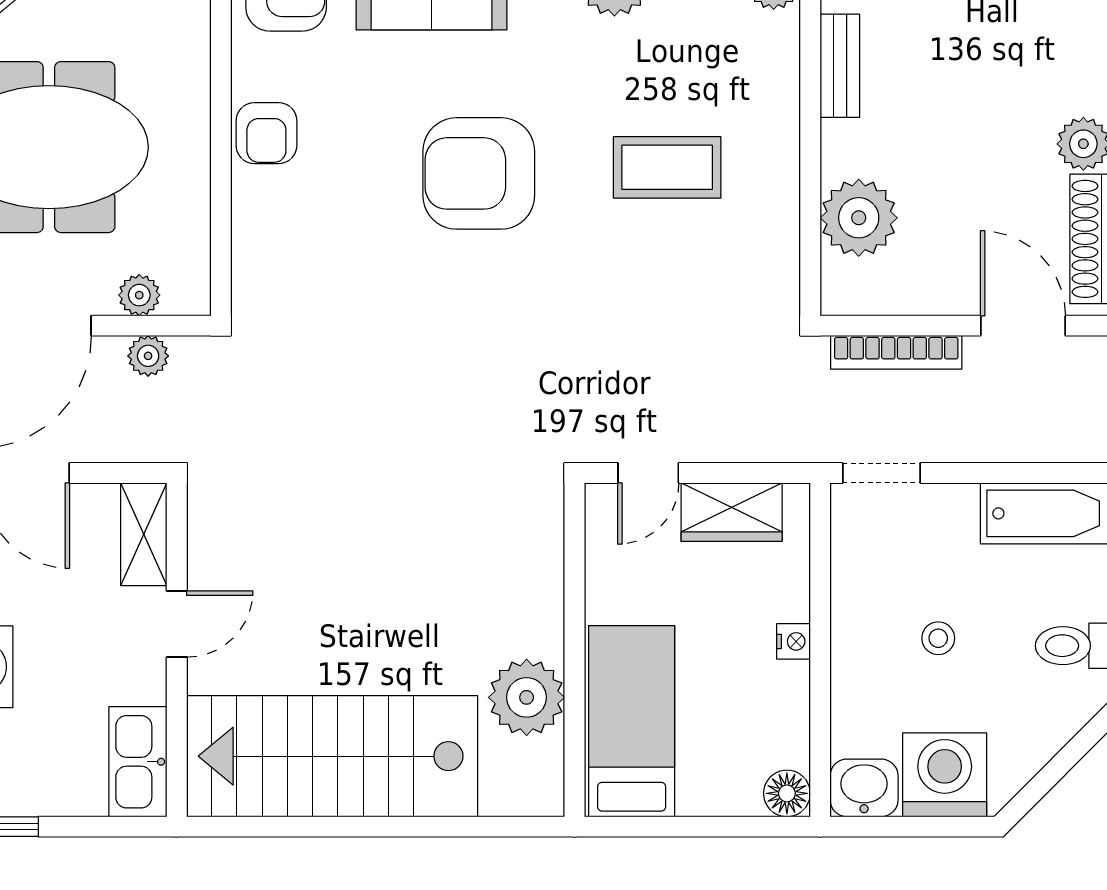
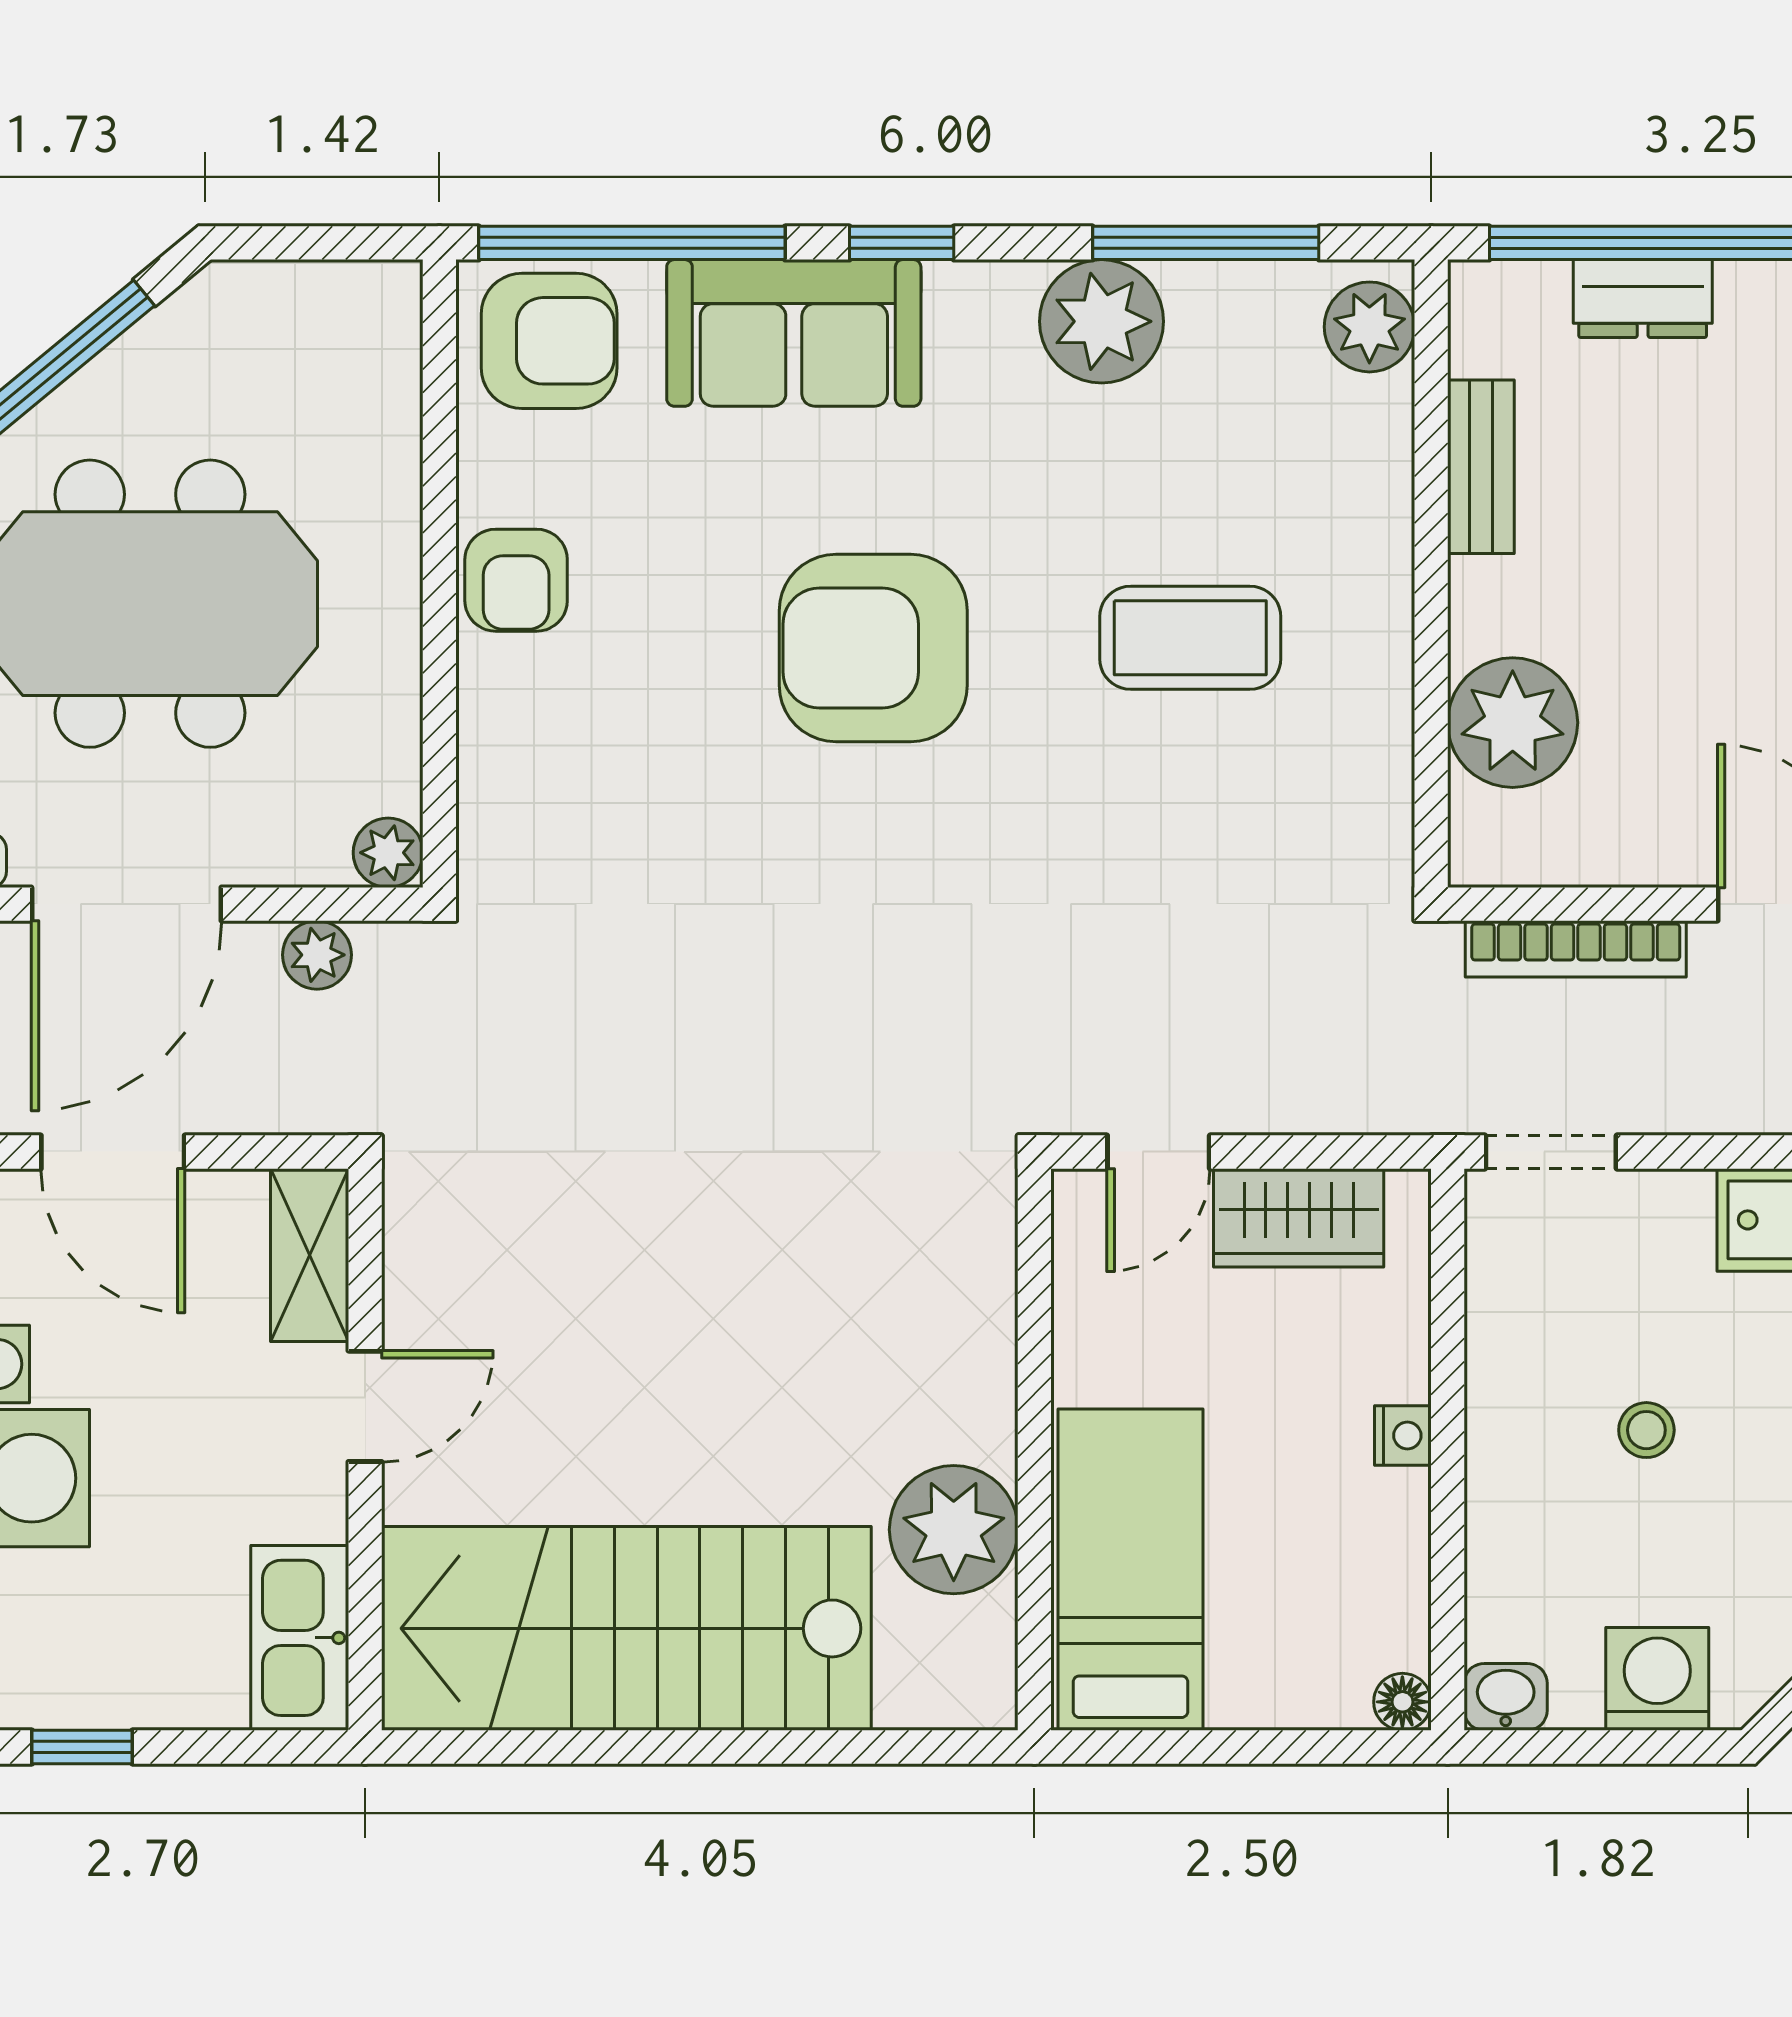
plant: (139, 295) -> (388, 853), moved
washing machine: (945, 775) -> (1657, 1679), width x0.73, depth x0.73
washbasin: (864, 788) -> (1506, 1697), width x0.72, depth x0.69
floor lamp: (787, 793) -> (1402, 1702), width x0.73, depth x0.73

